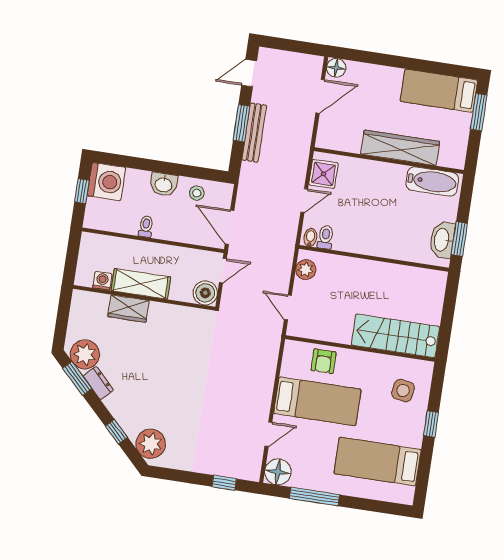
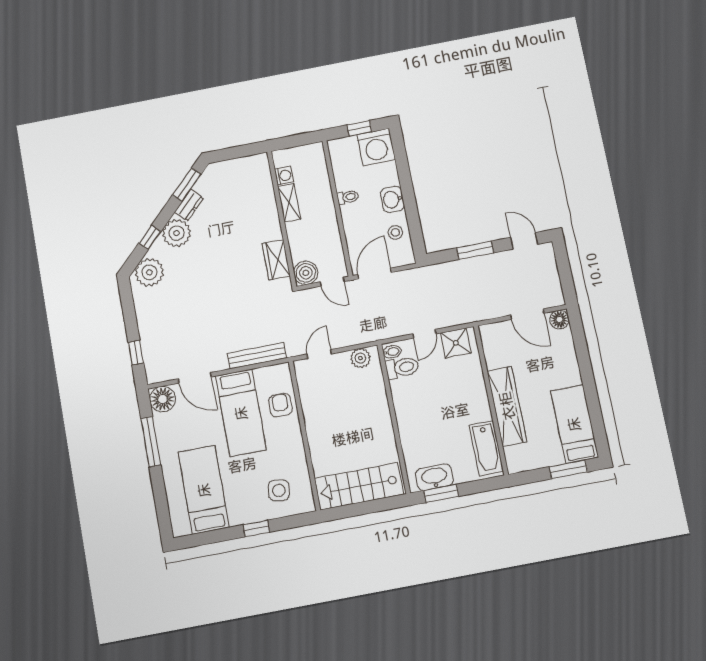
bench: (254, 133) -> (257, 356), moved
door: (304, 201) -> (424, 334), hinge flipped
toilet: (325, 237) -> (402, 368), width x1.37, depth x1.39
shelving: (141, 284) -> (289, 203), width x0.67, depth x0.75
wardrobe: (128, 309) -> (276, 260), moved
stairs: (395, 336) -> (359, 486), moved, turned -90
plant: (85, 354) -> (177, 233), moved
armchair: (324, 361) -> (281, 405), turned 90
door: (268, 434) -> (195, 378), width x1.38

